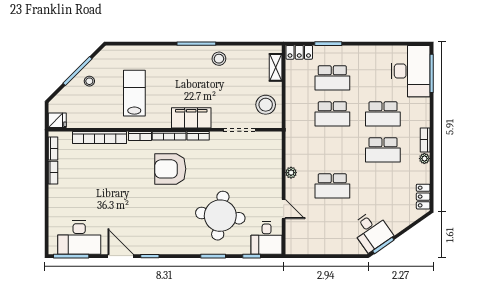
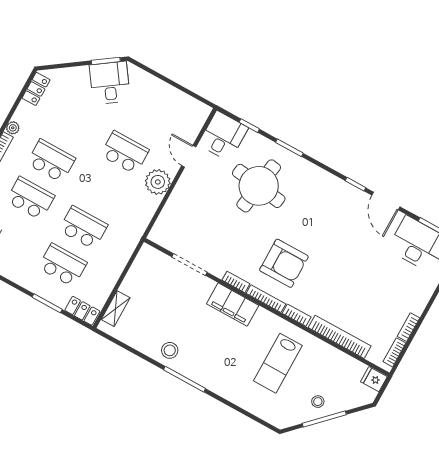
stool: (266, 105) -> (147, 275), removed
plant: (291, 173) -> (158, 182), width x1.87, depth x1.87

